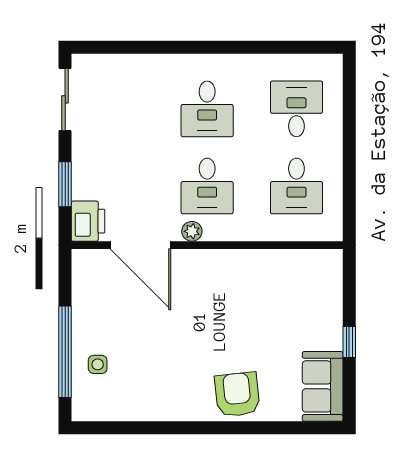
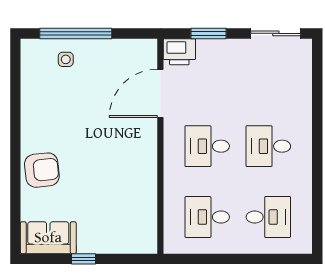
plant: (192, 231) -> (171, 134), removed

